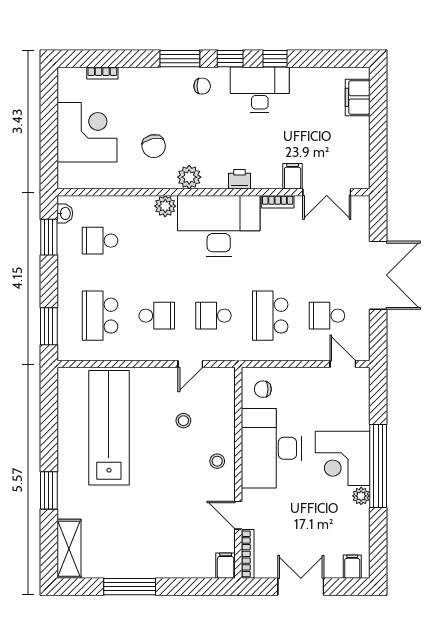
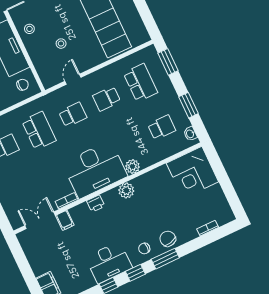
corner desk: (87, 132) -> (192, 172), moved
chair: (154, 146) -> (168, 239), moved
window: (49, 237) -> (188, 105), moved

